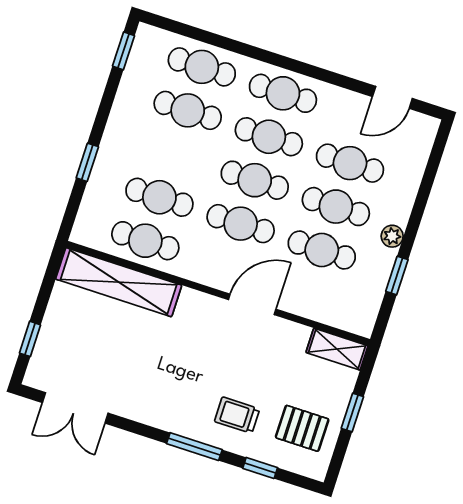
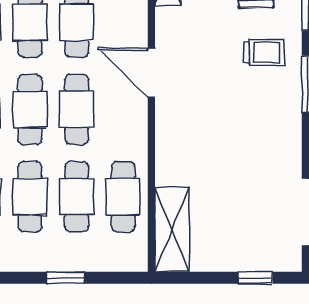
cafe table: (174, 154) -> (30, 197), added
shelving: (119, 282) -> (172, 229), width x0.68
trolley: (237, 415) -> (264, 52), turned -90

